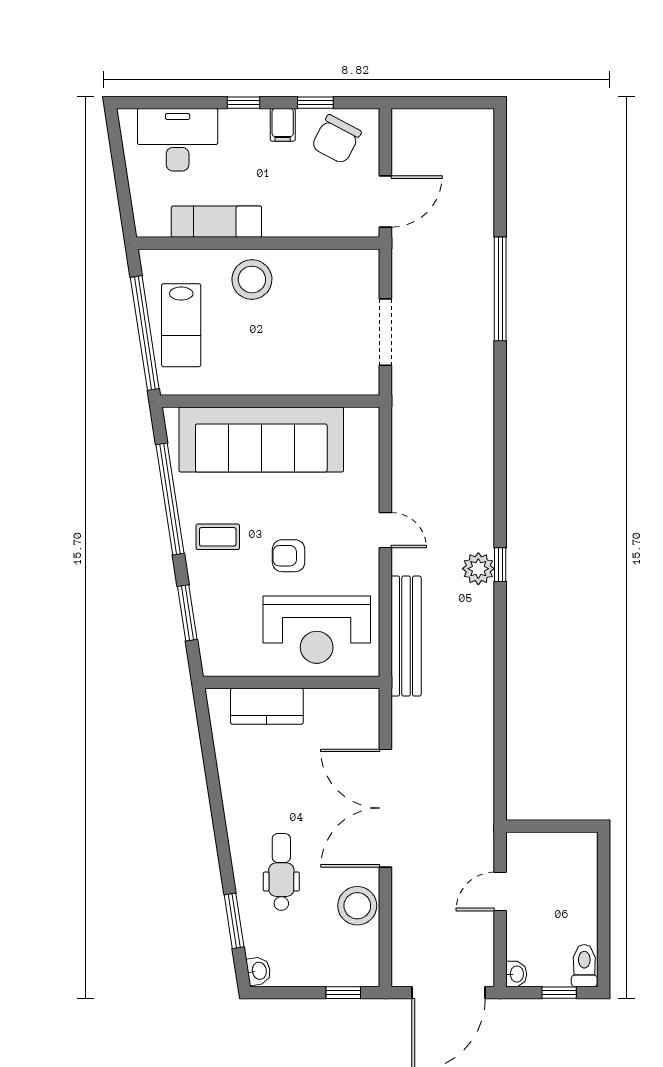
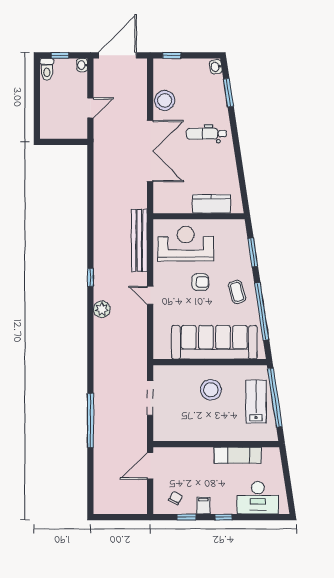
chair: (336, 139) -> (175, 498), width x0.54, depth x0.54
stool: (252, 280) -> (211, 390), moved
coffee table: (218, 537) -> (237, 292), turned 74
plant: (478, 569) -> (102, 309), moved
dental chair: (281, 872) -> (206, 134), moved, turned 90

